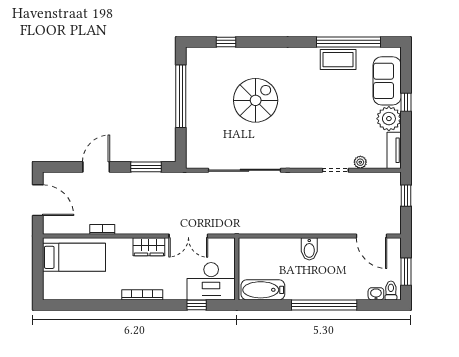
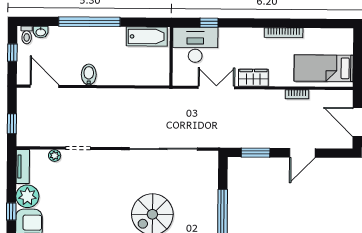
bidet: (309, 249) -> (89, 75), moved
window: (406, 272) -> (12, 53), width x0.67
bookcase: (142, 295) -> (284, 33), moved

